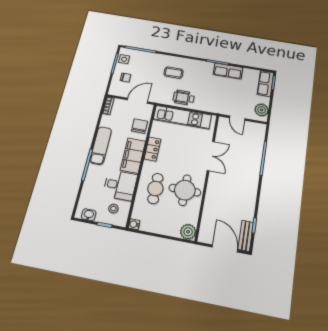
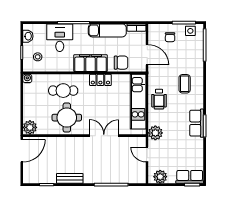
row of seats: (228, 71) -> (197, 123), moved
wheelchair: (184, 98) -> (159, 99), turned 180
plant: (217, 107) -> (155, 133), added
door: (237, 118) -> (147, 155), hinge flipped
exam couch: (101, 146) -> (107, 30), moved
double door: (211, 156) -> (104, 136), swing flipped
desk: (120, 185) -> (60, 38), moved, turned 180
bench: (246, 236) -> (70, 178), moved
door: (225, 248) -> (22, 151), moved

